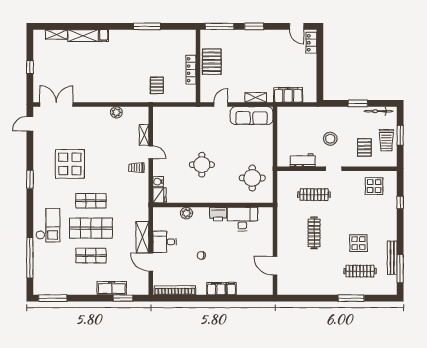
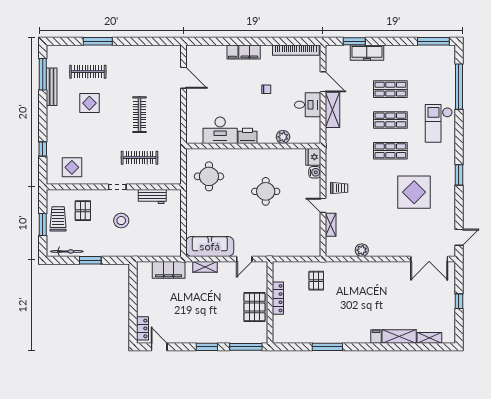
shop shelf: (91, 228) -> (390, 120), width x0.70, depth x0.74

